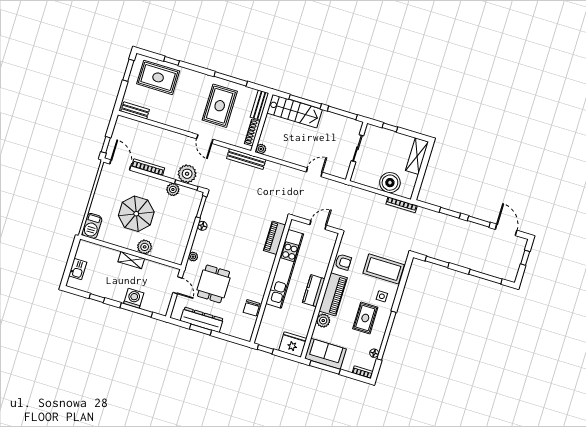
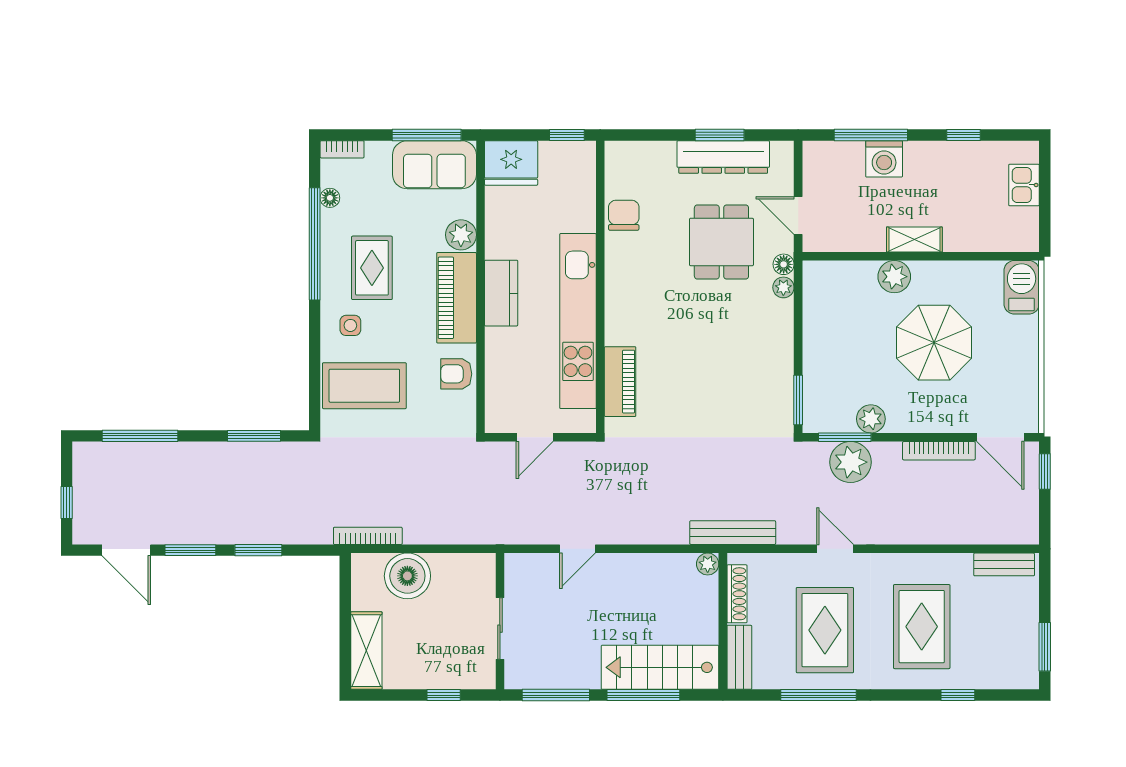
rug: (158, 77) -> (922, 627), moved, turned 90
floor lamp: (202, 226) -> (784, 264), moved

